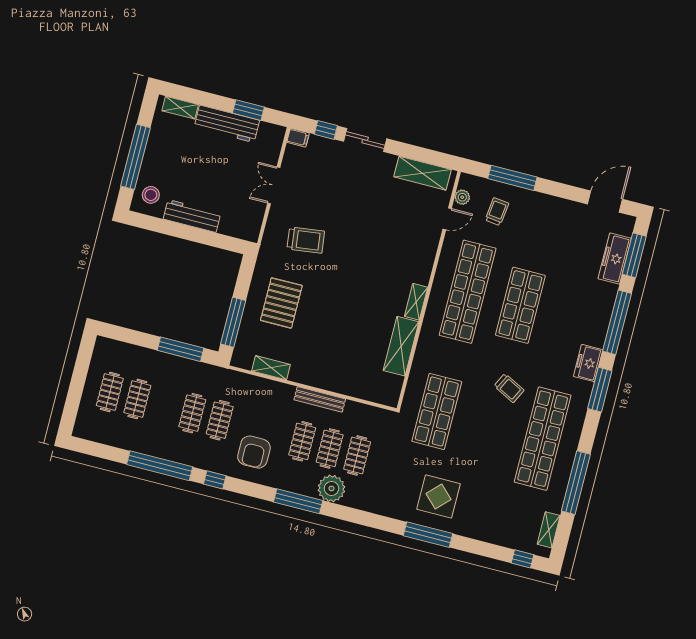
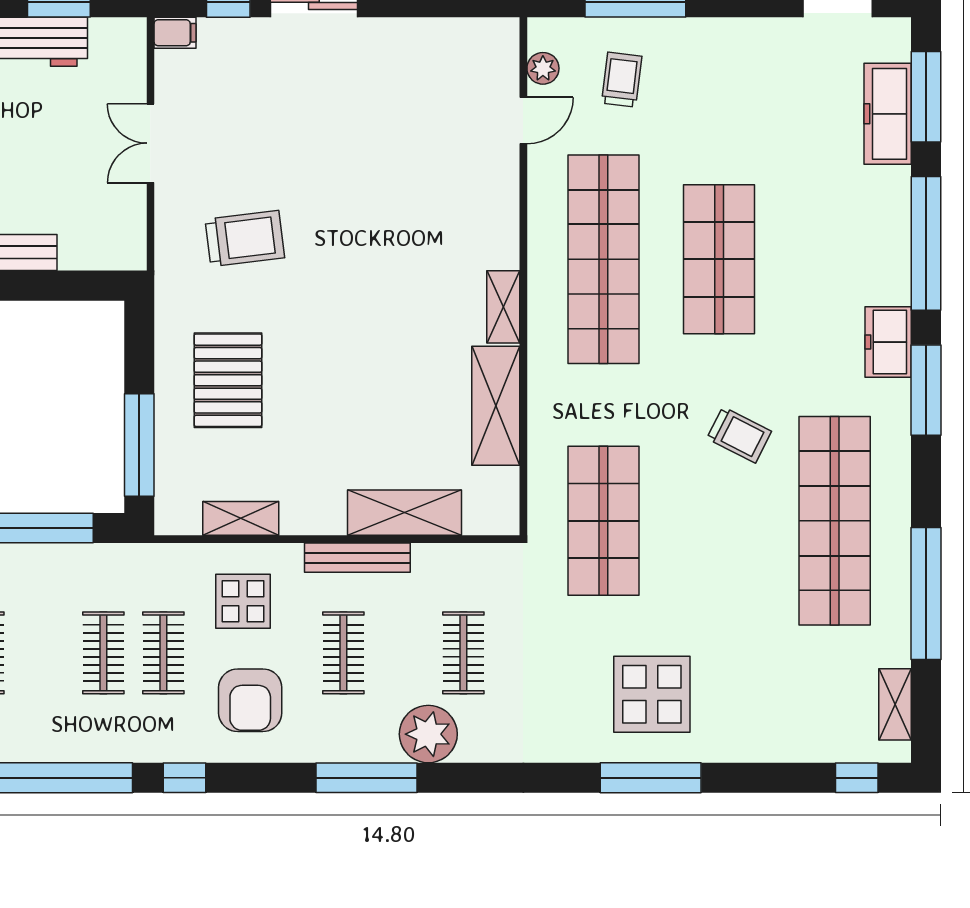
shelving: (423, 173) -> (404, 513), moved
display table: (262, 406) -> (243, 601), added
clothes rail: (330, 448) -> (403, 653), removed

